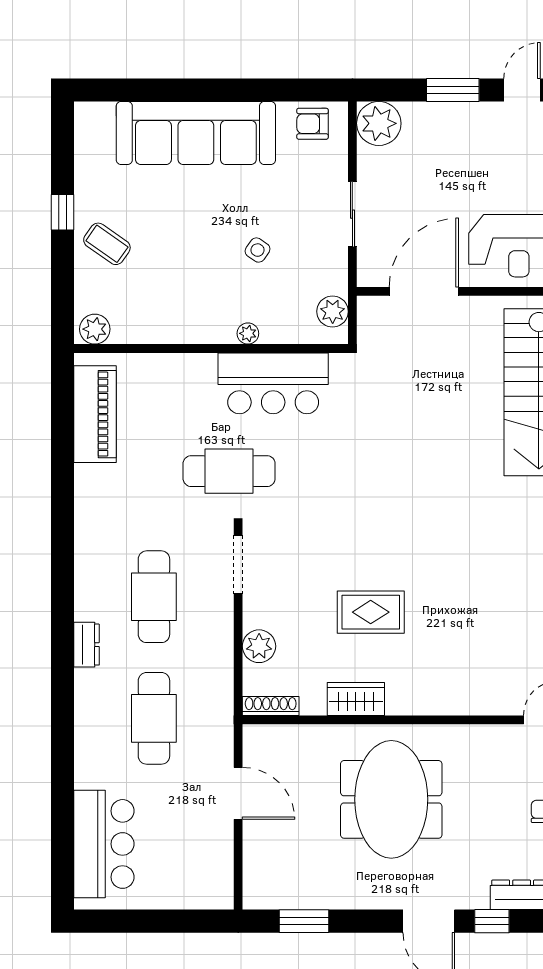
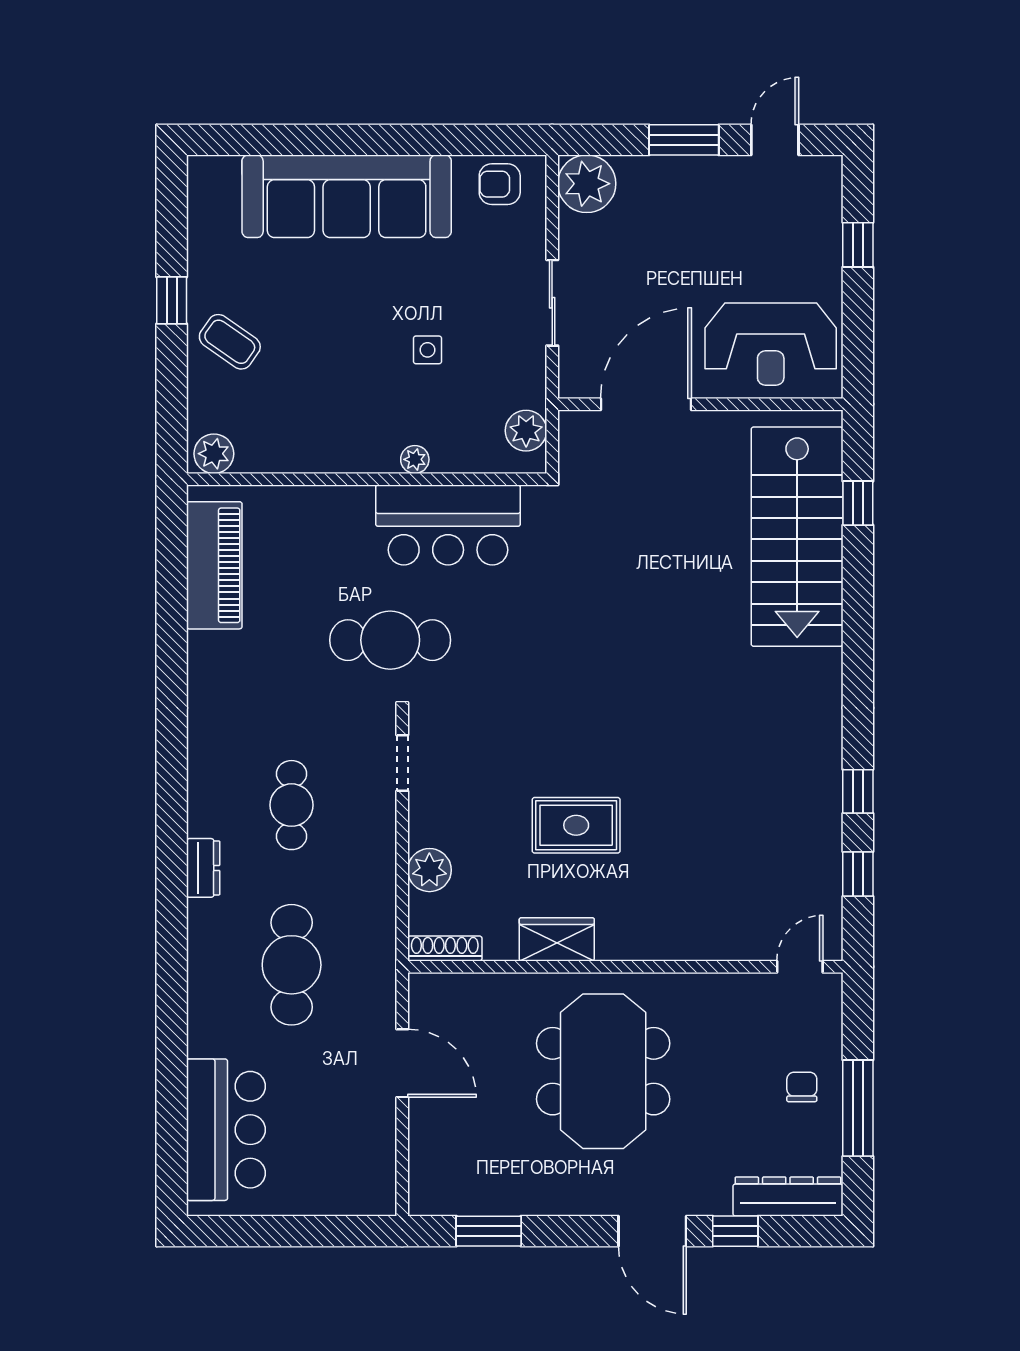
side table: (258, 250) -> (427, 350), turned -35
doorway: (238, 565) -> (402, 763), width x0.73
cafe table: (154, 597) -> (292, 805), width x0.73, depth x0.74

